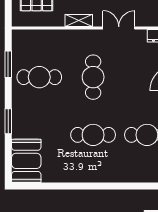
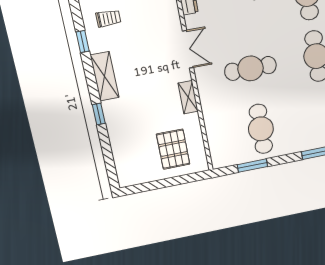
double door: (119, 28) -> (188, 49), swing flipped

